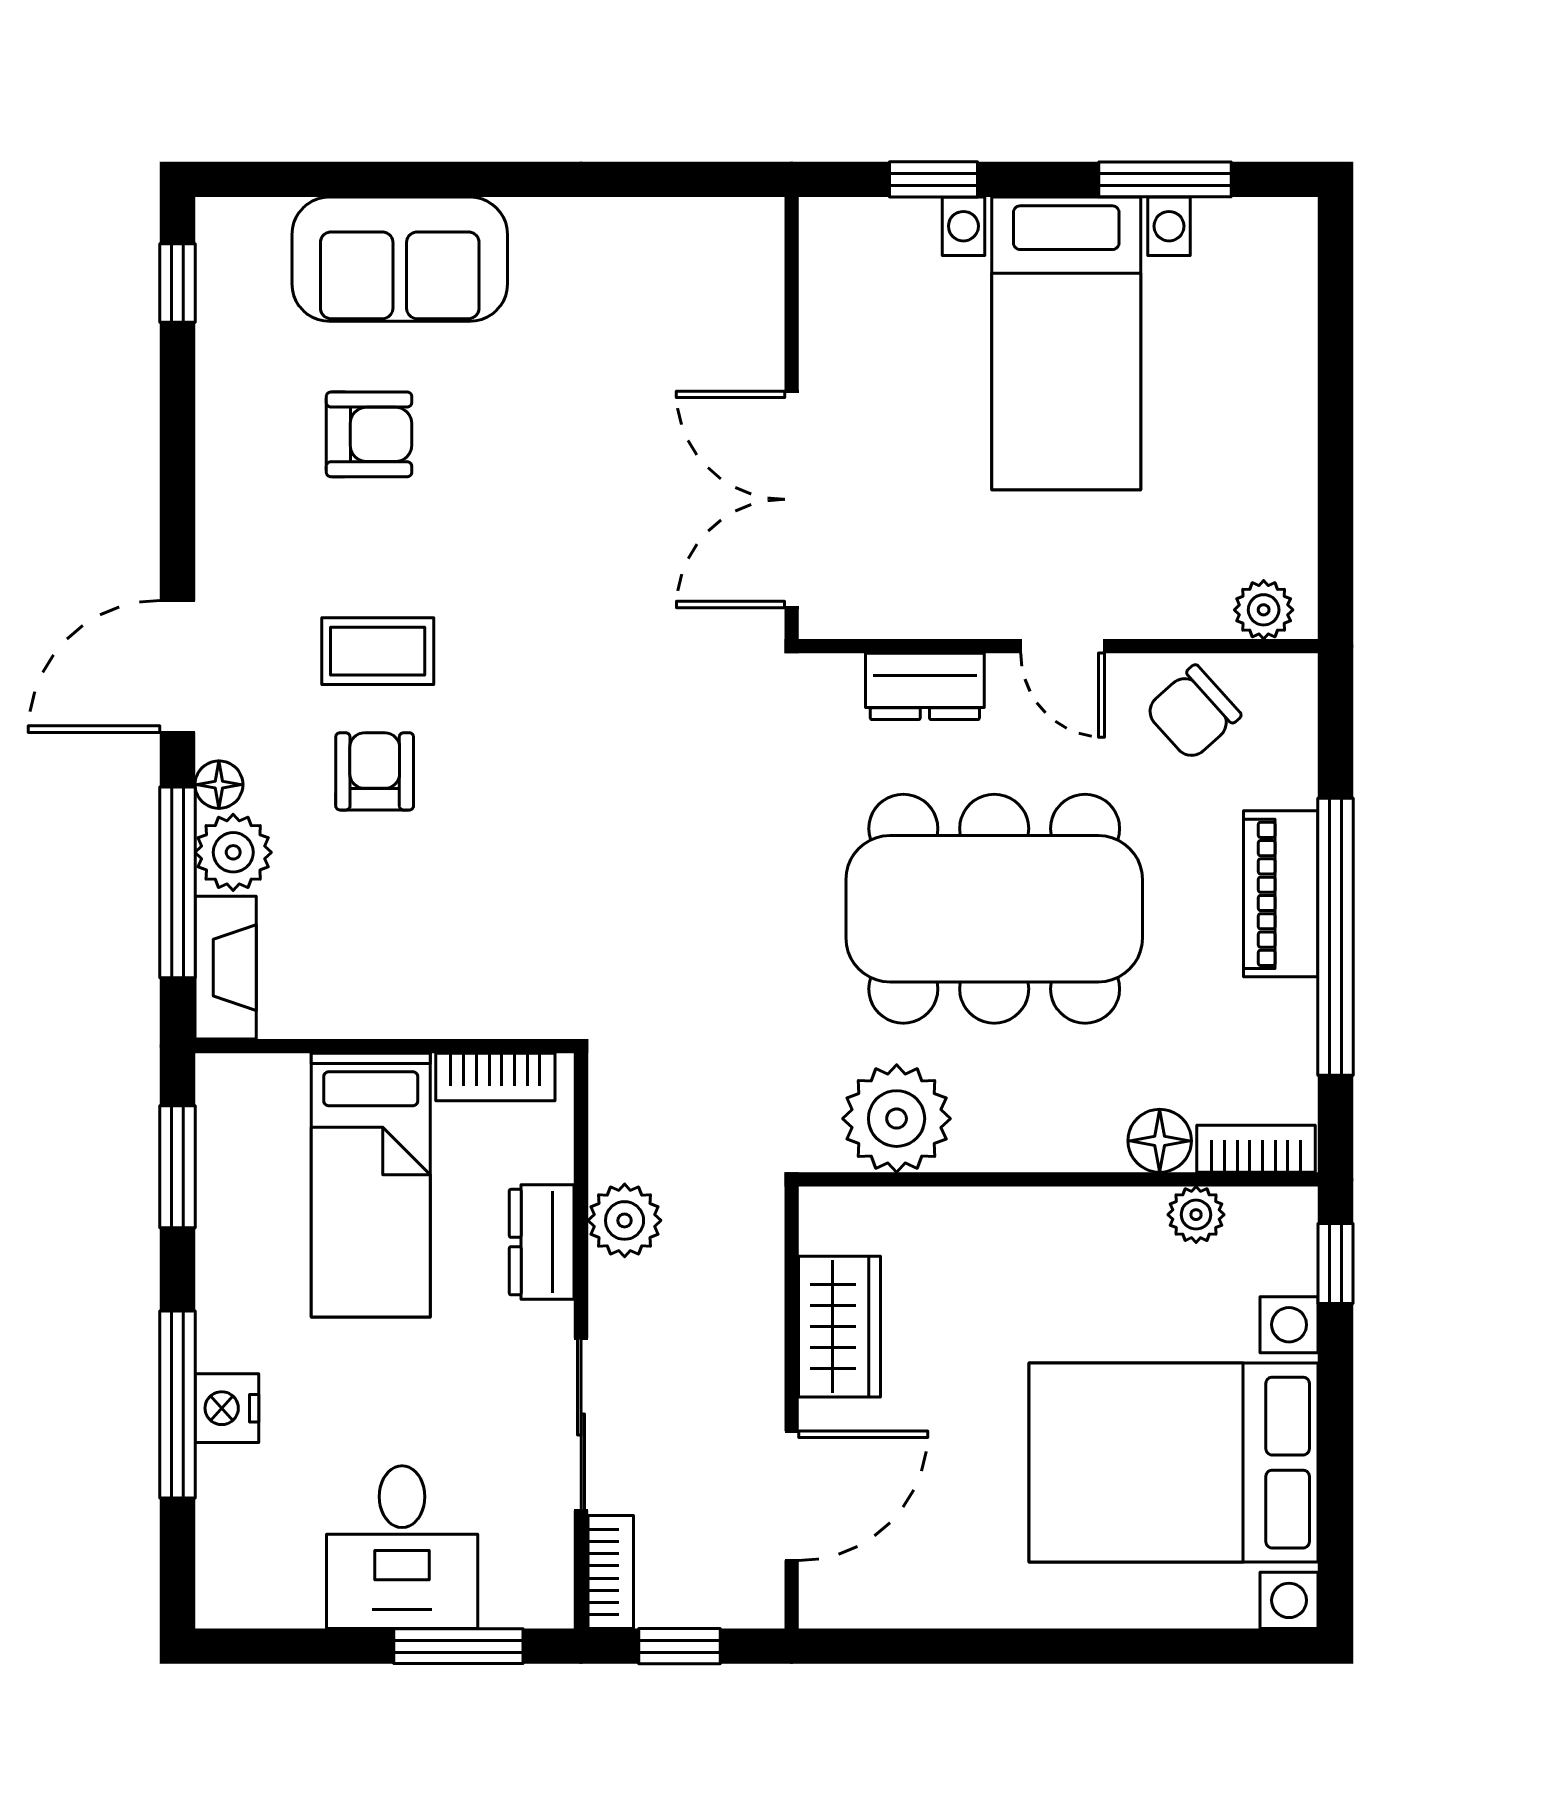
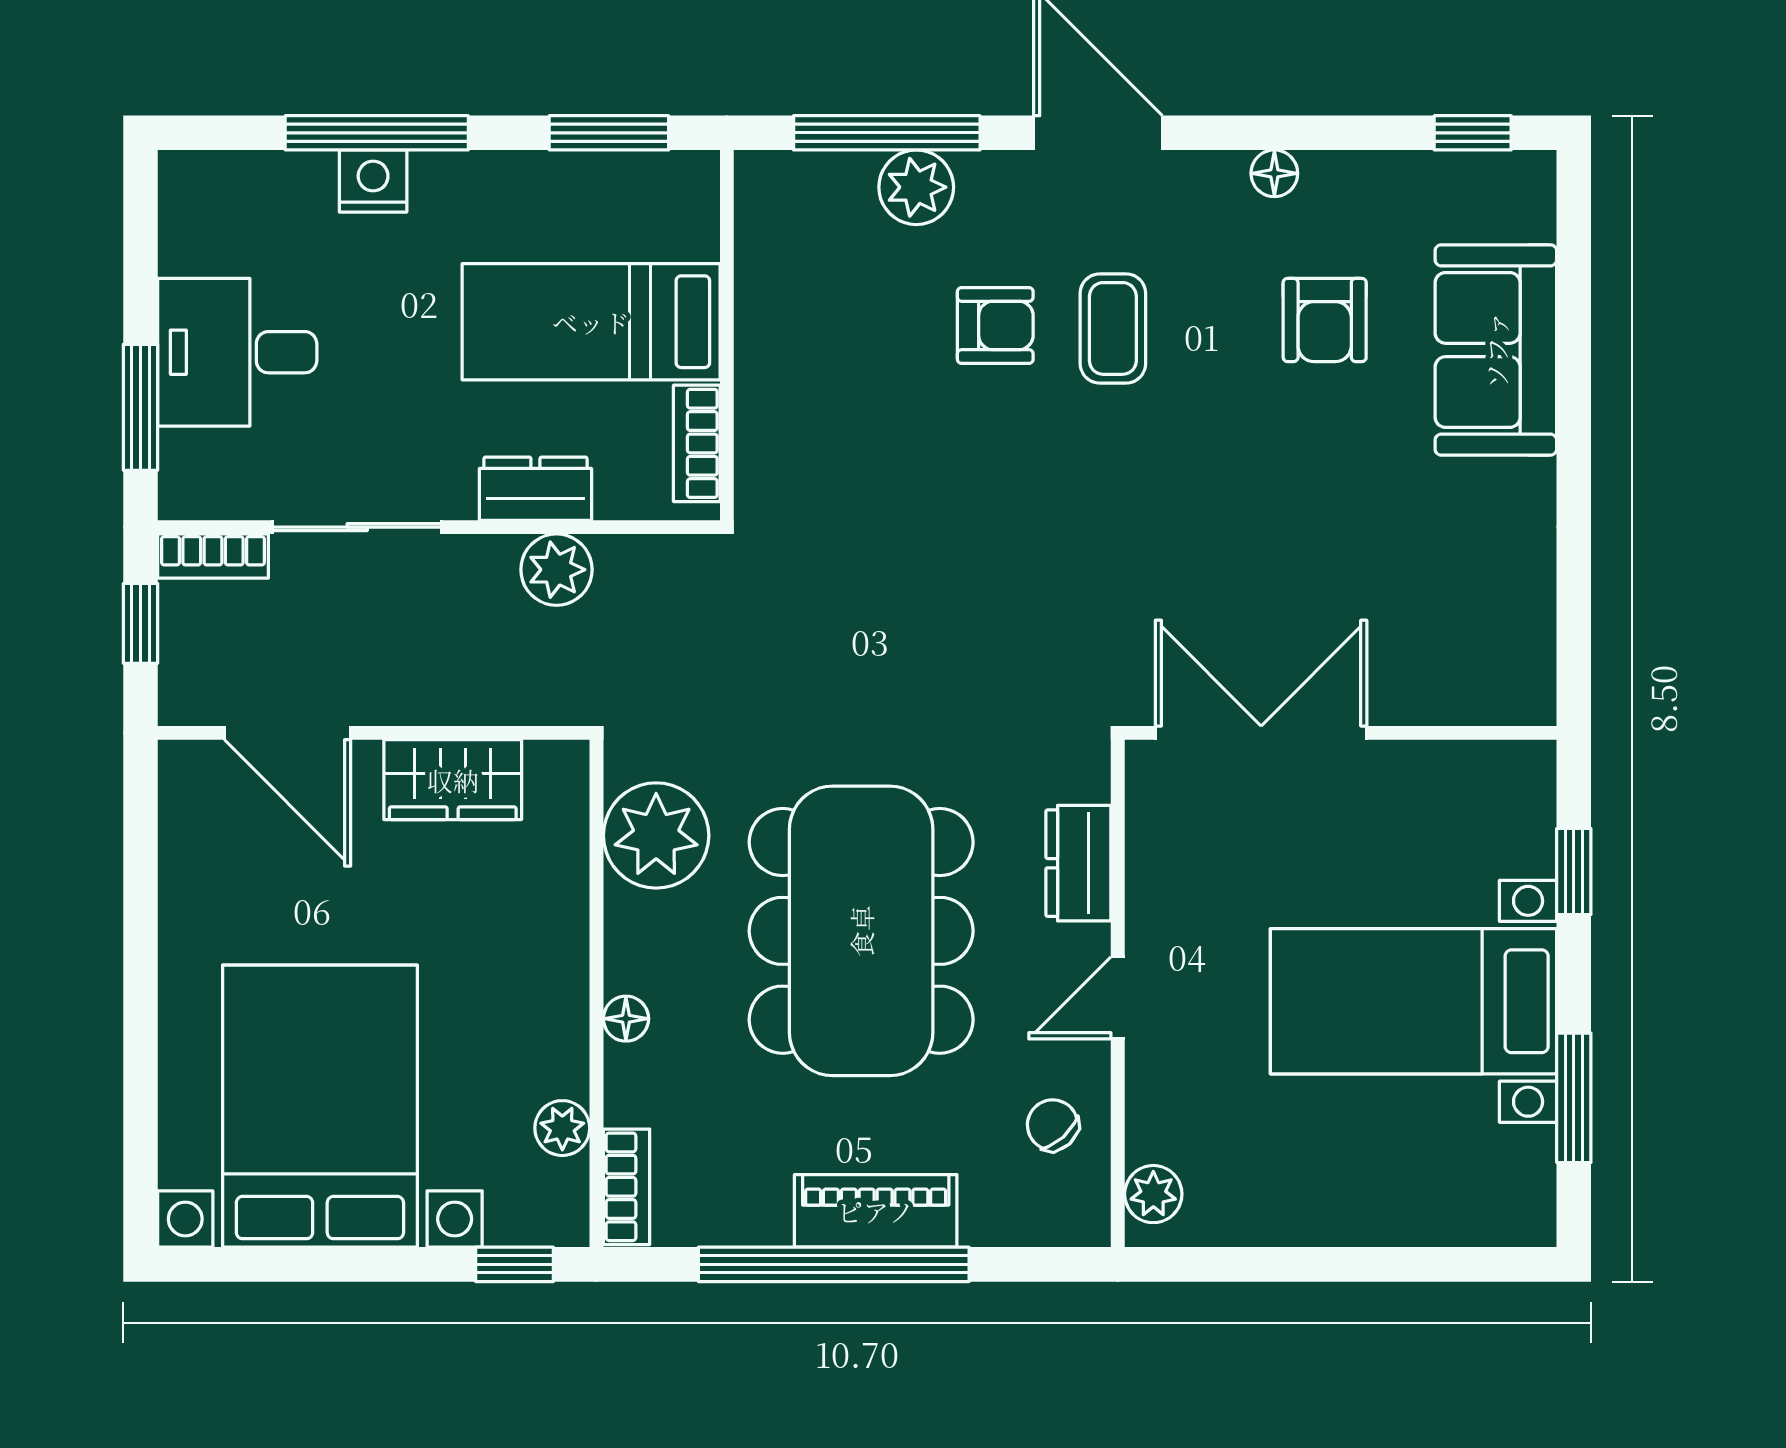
chair: (1193, 713) -> (1053, 1125), width x0.73, depth x0.73
floor lamp: (219, 785) -> (1274, 173), moved
fireplace: (226, 968) -> (804, 180), removed
floor lamp: (1160, 1141) -> (626, 1019), moved, width x0.73, depth x0.73

